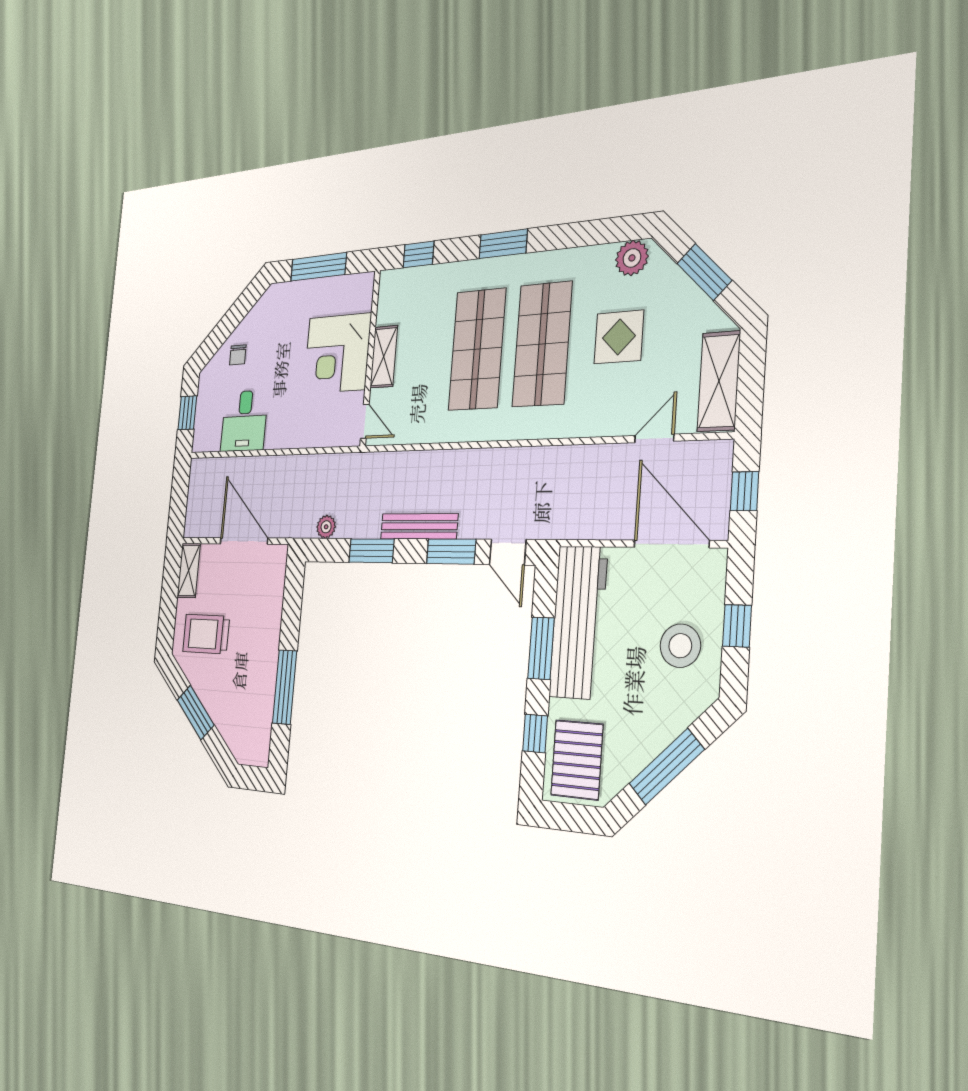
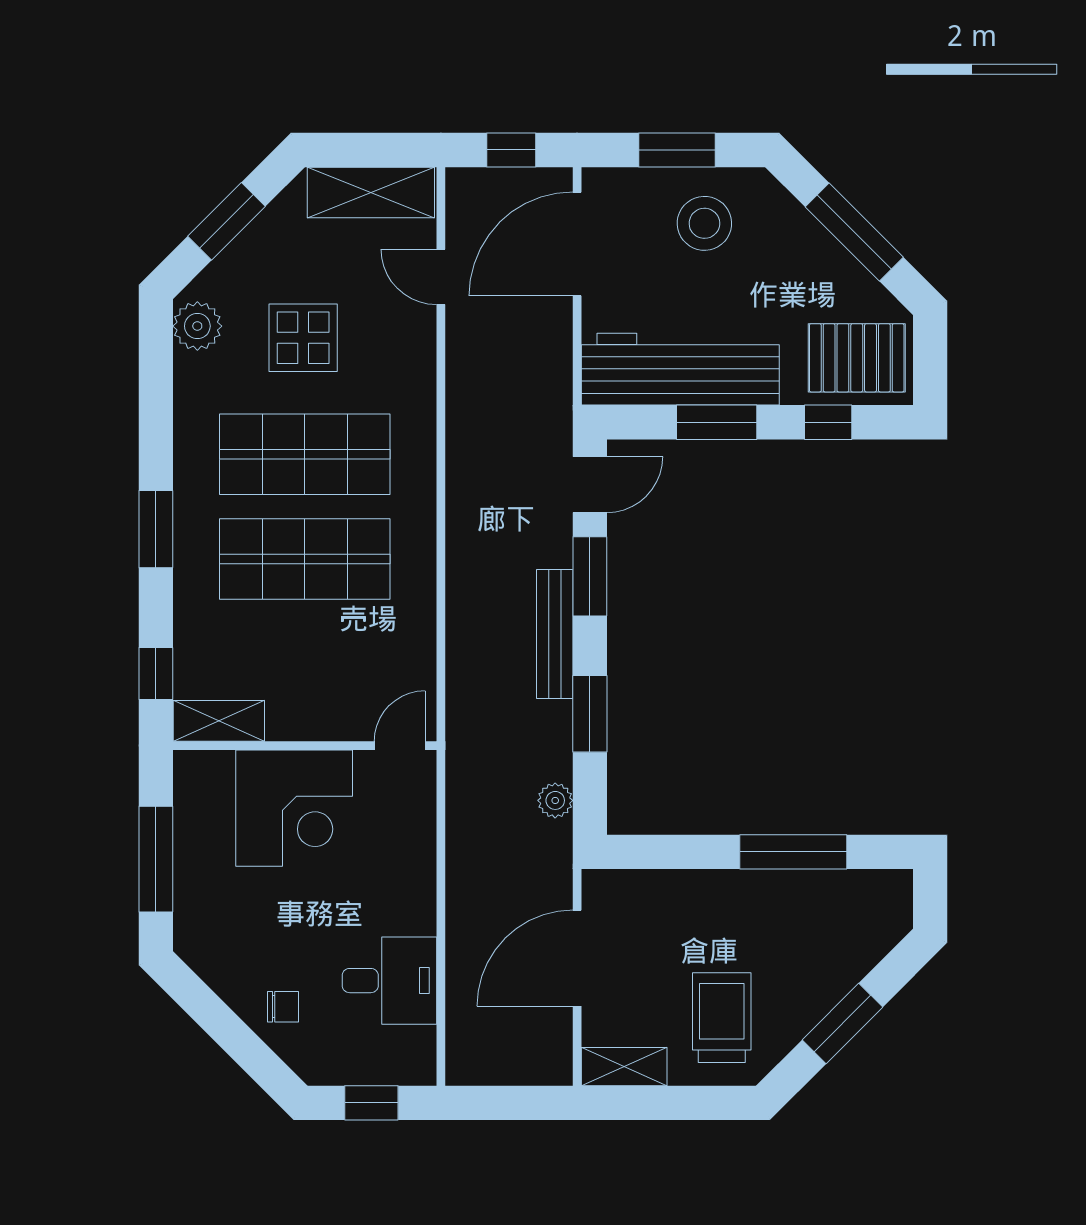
shelving: (384, 357) -> (219, 721), moved
window: (737, 626) -> (677, 150), width x1.50
trolley: (206, 634) -> (722, 1018), turned 180

